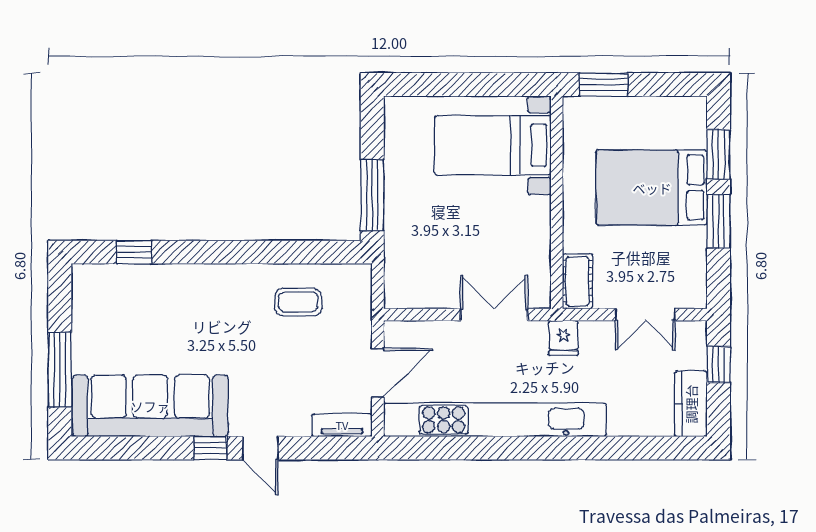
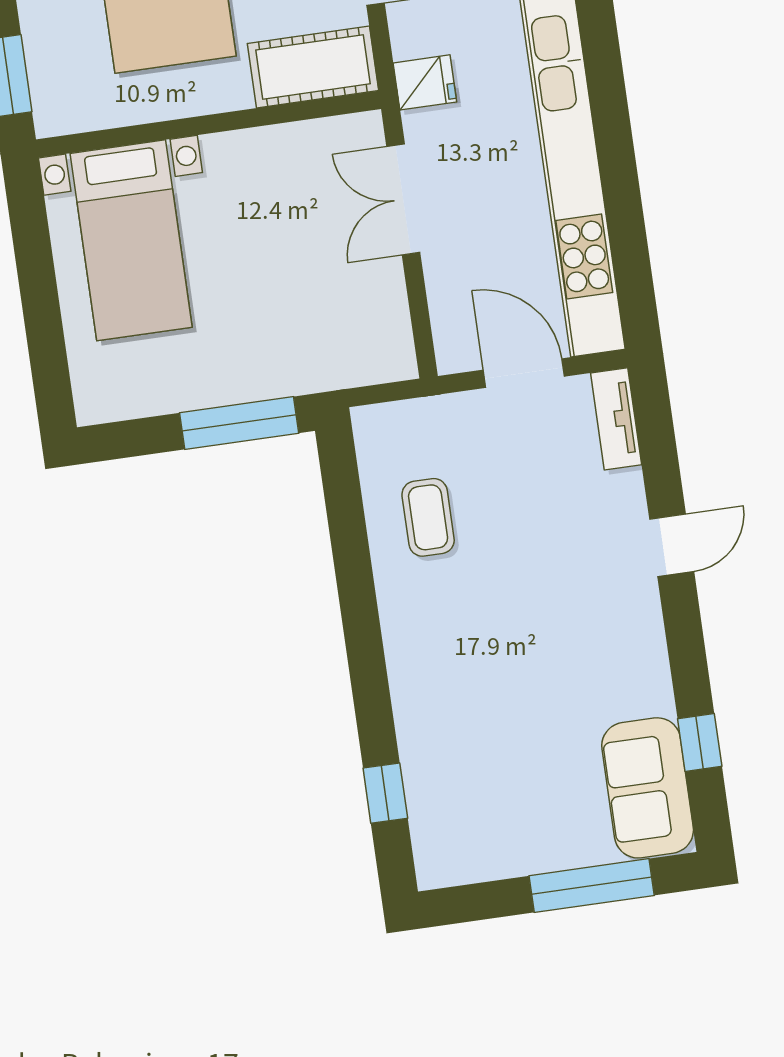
cot: (577, 281) -> (313, 67), width x1.37, depth x1.34
sofa: (150, 406) -> (648, 788), width x0.54, depth x0.79
window: (210, 448) -> (700, 742), moved

